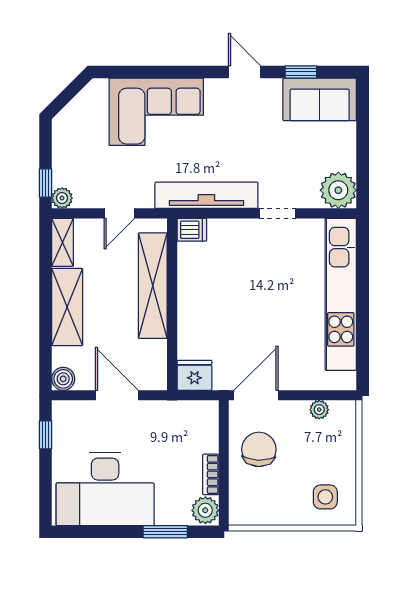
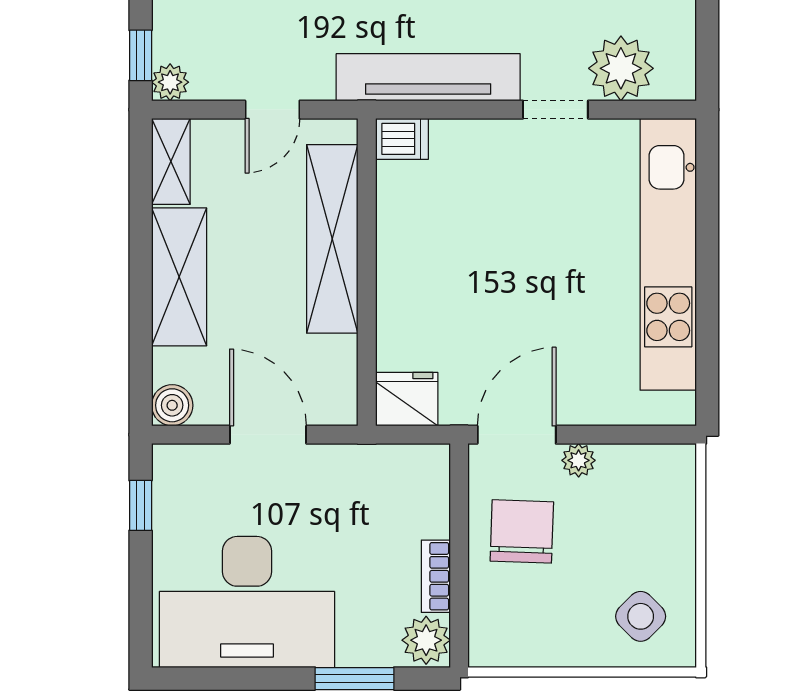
plant: (338, 190) -> (621, 68), moved
plant: (319, 410) -> (579, 460), moved
side table: (325, 497) -> (641, 616), turned 45

